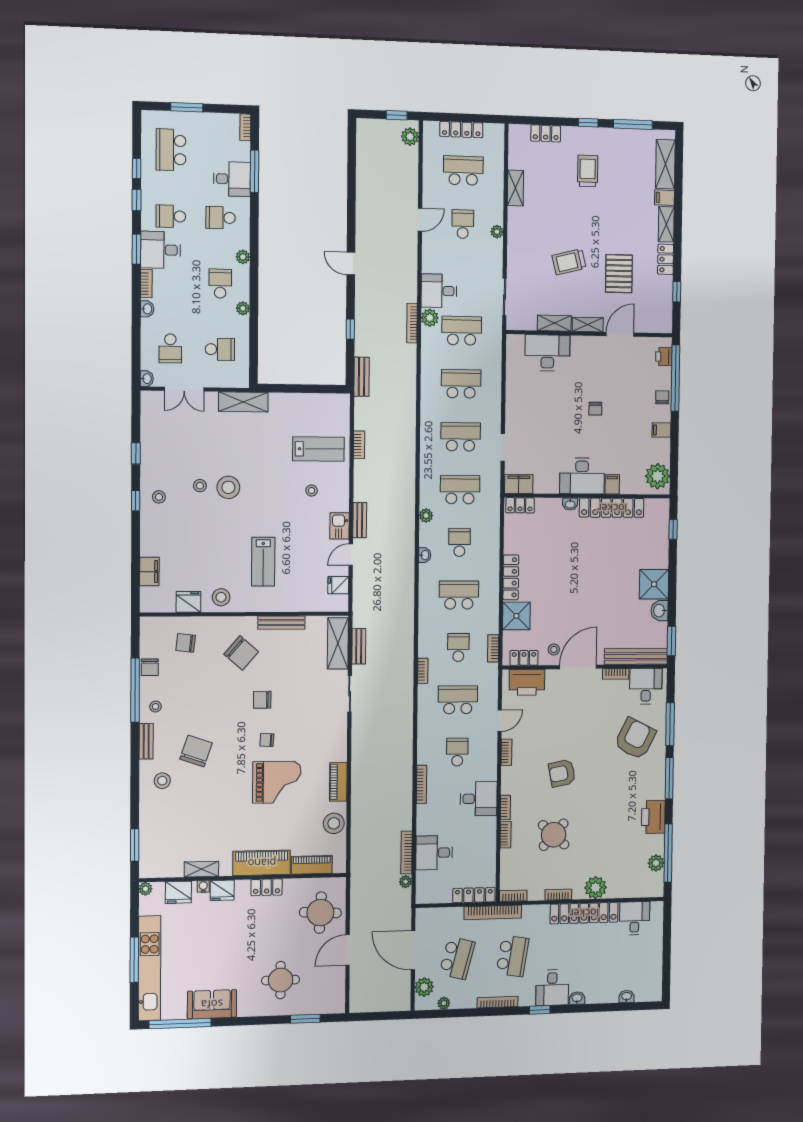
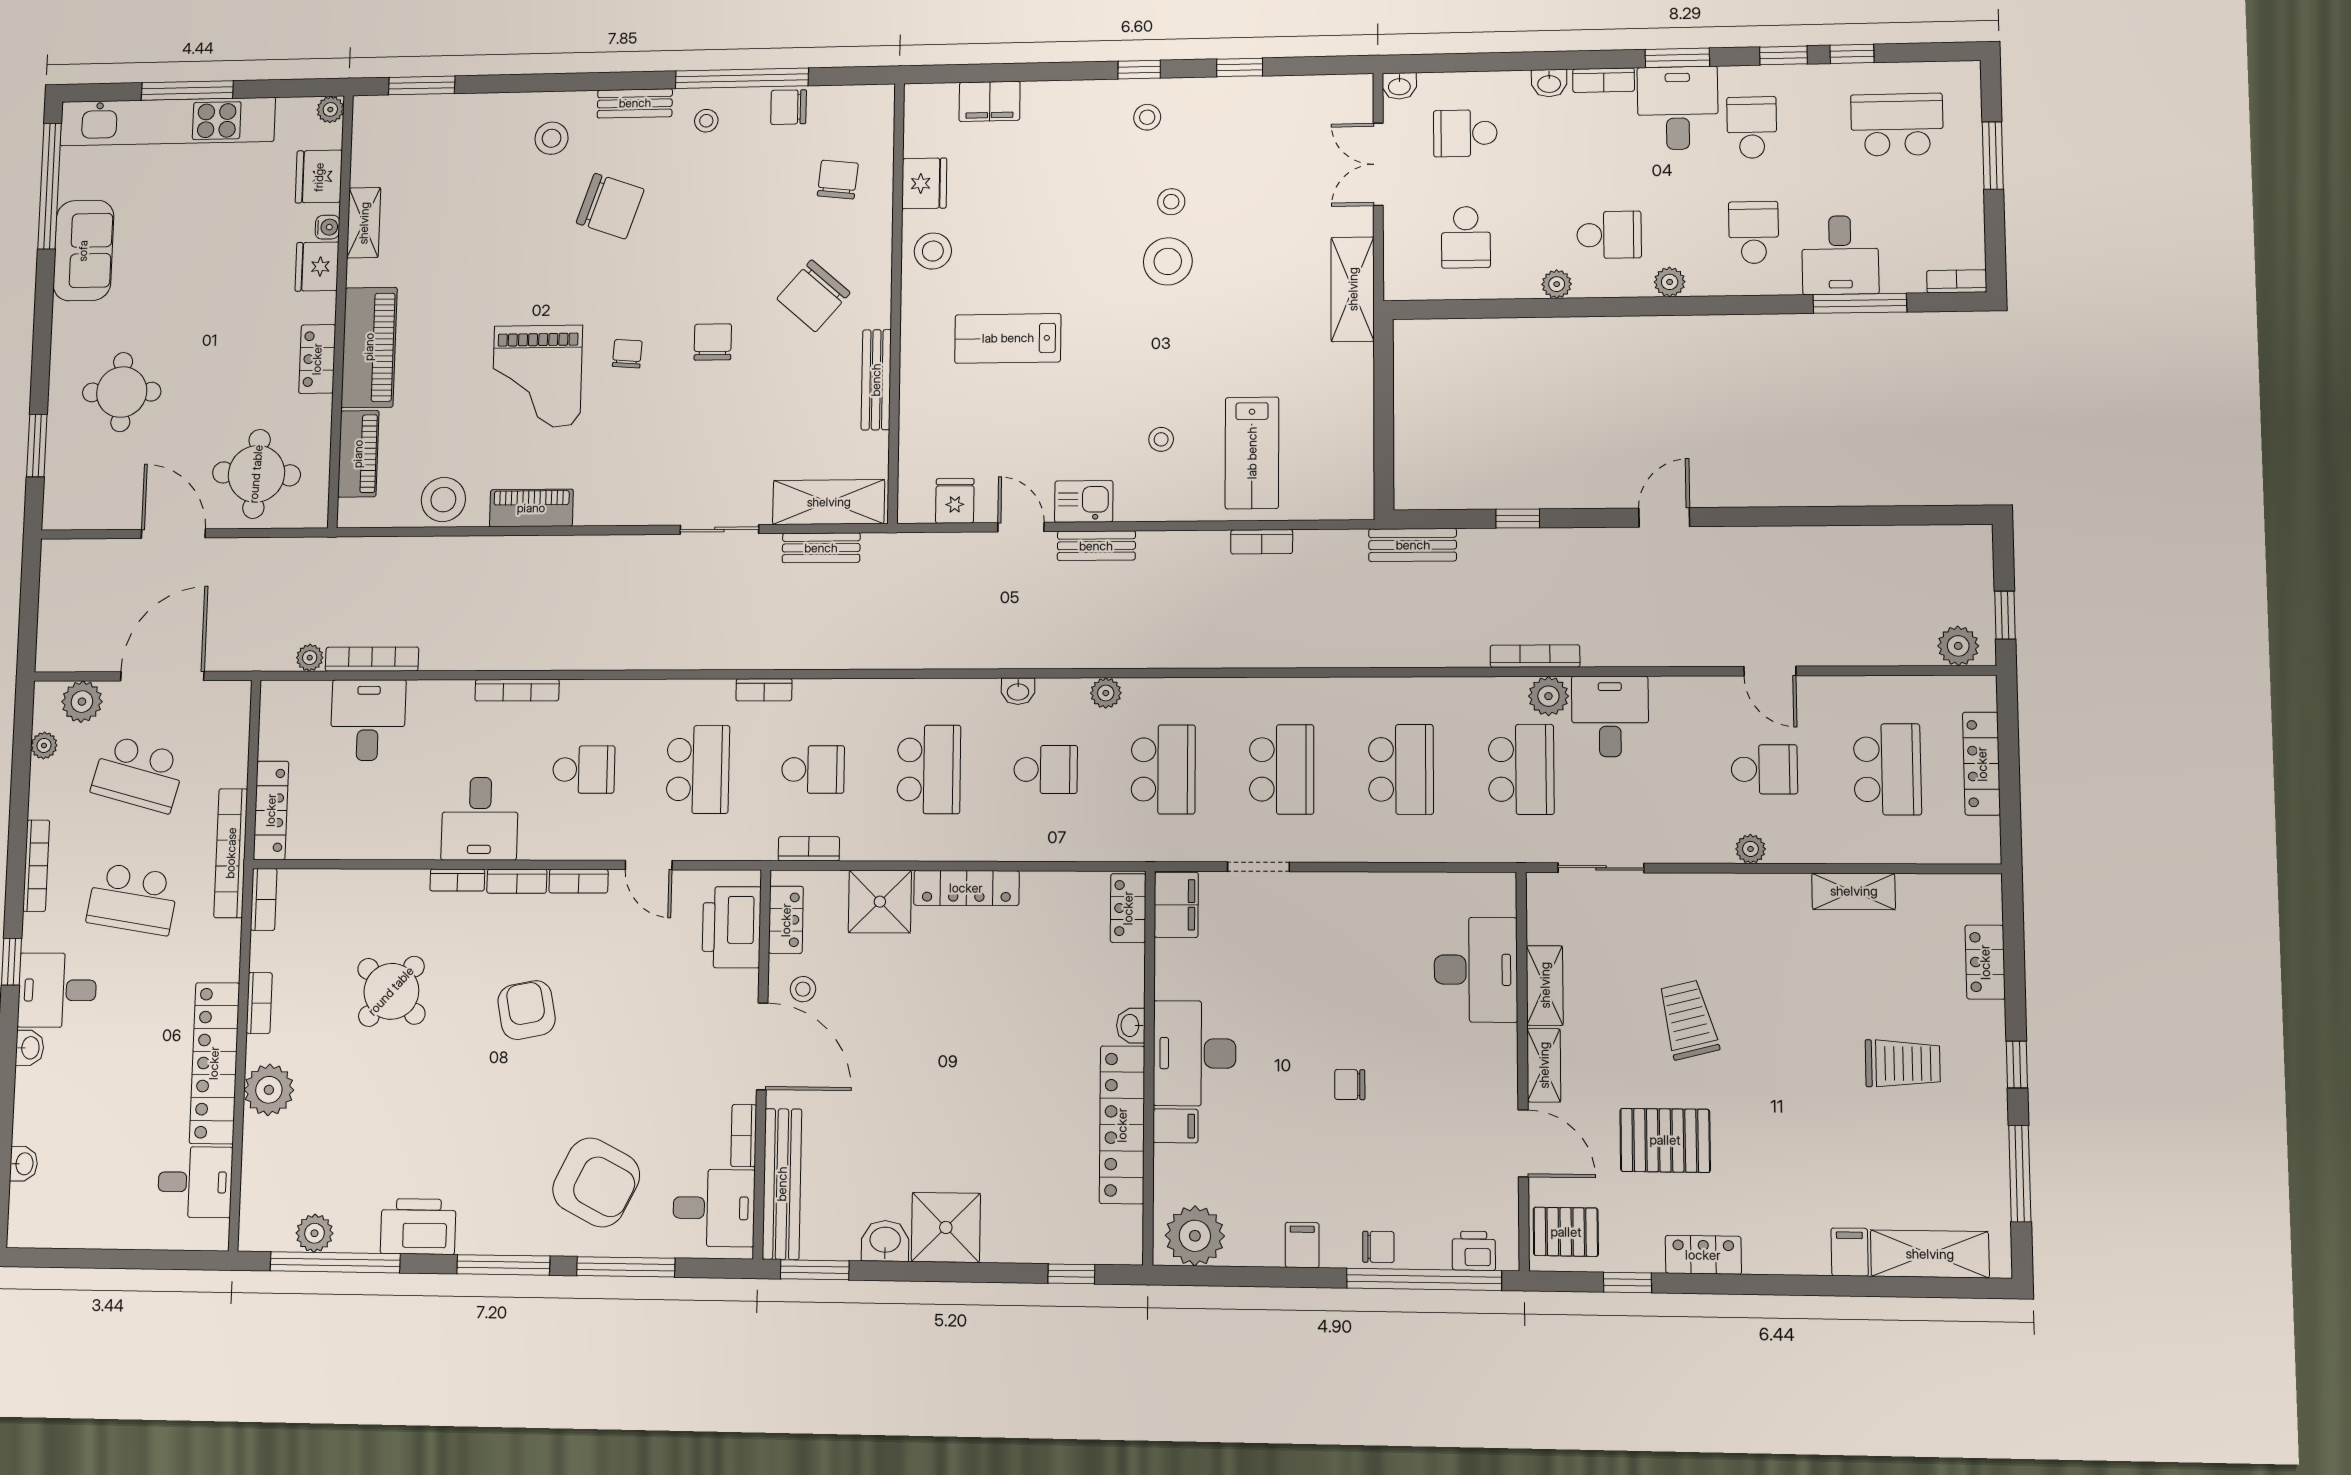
shelving: (666, 224) -> (1786, 1256), removed
pallet: (656, 317) -> (1566, 1232), added
bookcase: (506, 835) -> (517, 881), moved

